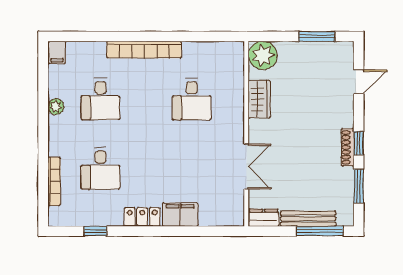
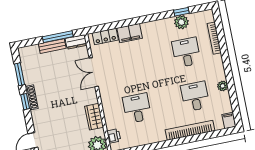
bookcase: (144, 50) -> (190, 130), moved
printer: (235, 64) -> (114, 136), added
plant: (99, 215) -> (181, 22), added
locker: (142, 217) -> (105, 37), moved
bench: (308, 219) -> (52, 46), width x0.73
window: (320, 231) -> (58, 37), moved

